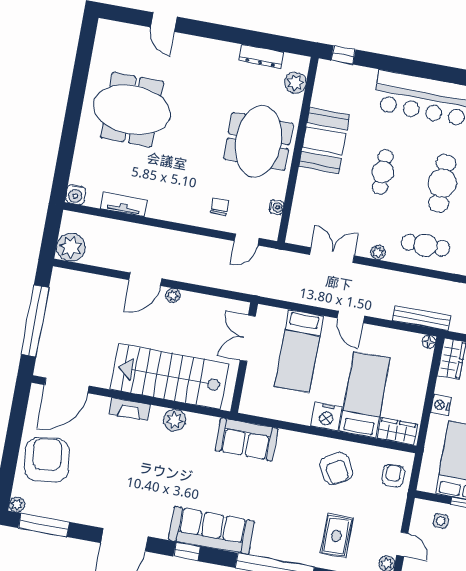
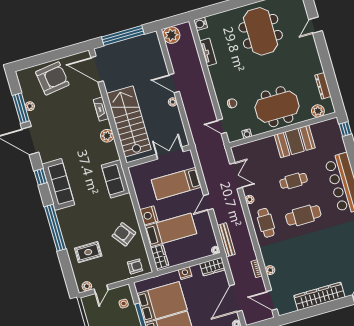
armchair: (336, 469) -> (124, 234), turned 82
plant: (17, 505) -> (30, 106), moved
window: (44, 525) -> (21, 108), moved

